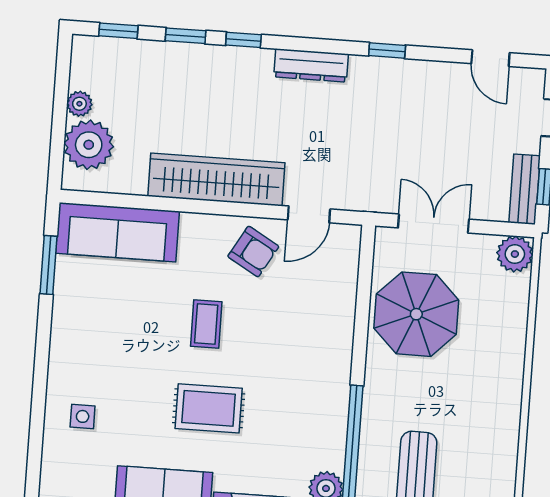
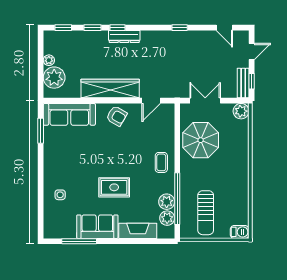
dresser: (311, 65) -> (124, 36), moved
armchair: (253, 252) -> (117, 116), moved
coffee table: (206, 324) -> (161, 162), moved
plant: (328, 451) -> (167, 202), added

